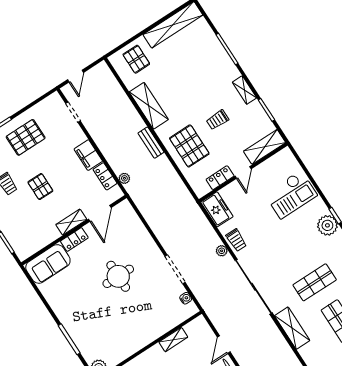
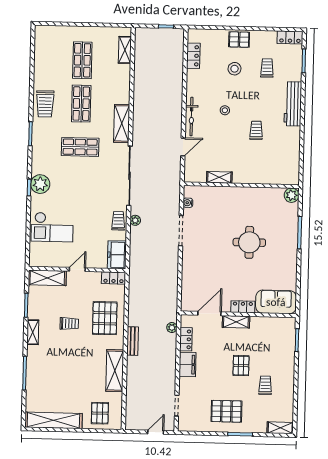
locker: (220, 178) -> (114, 278), moved
checkout: (291, 195) -> (52, 227), turned 180
round table: (118, 276) -> (249, 242), moved

